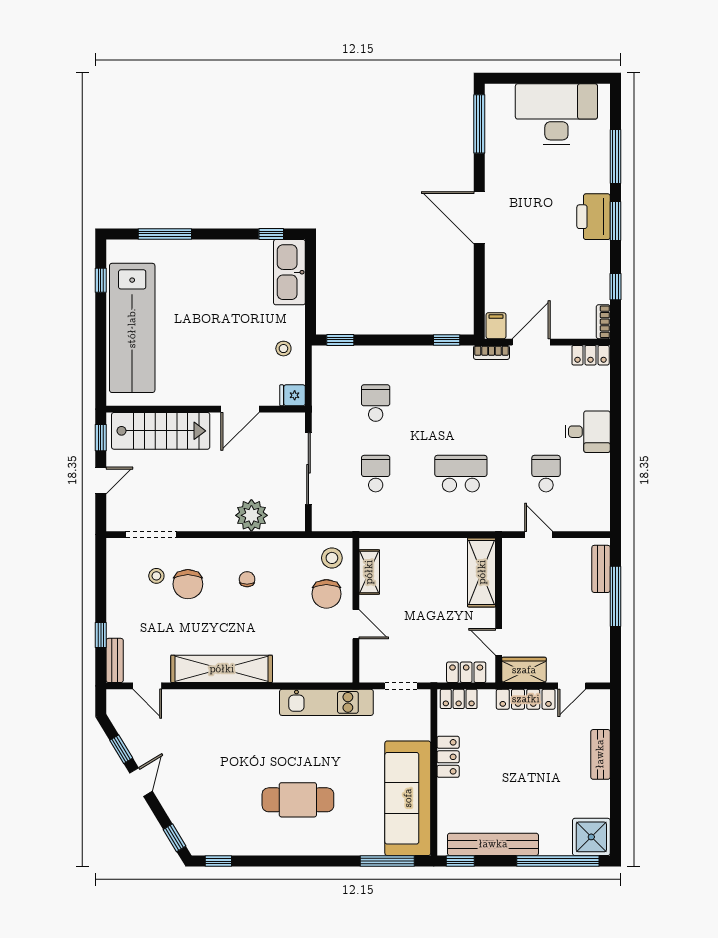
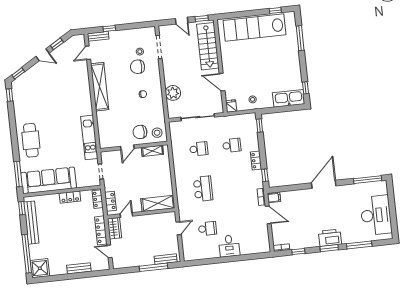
locker: (591, 355) -> (256, 160), moved
cafe table: (298, 800) -> (31, 140), moved

